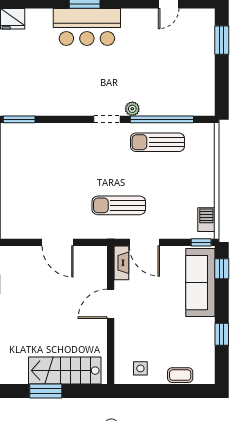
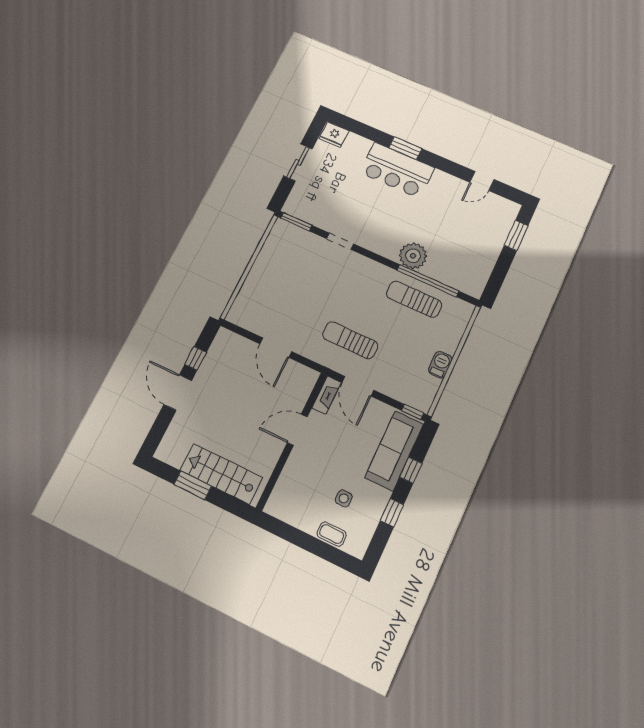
plant: (132, 109) -> (413, 256), width x1.88, depth x1.88
doorway: (107, 119) -> (340, 241), moved
barbecue: (206, 220) -> (440, 365), moved
window: (222, 269) -> (411, 470), moved
side table: (140, 368) -> (344, 498), moved

